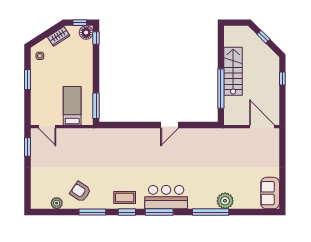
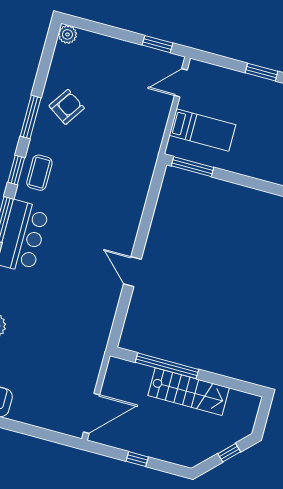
window: (282, 78) -> (137, 459), moved
plant: (57, 203) -> (67, 34), moved

